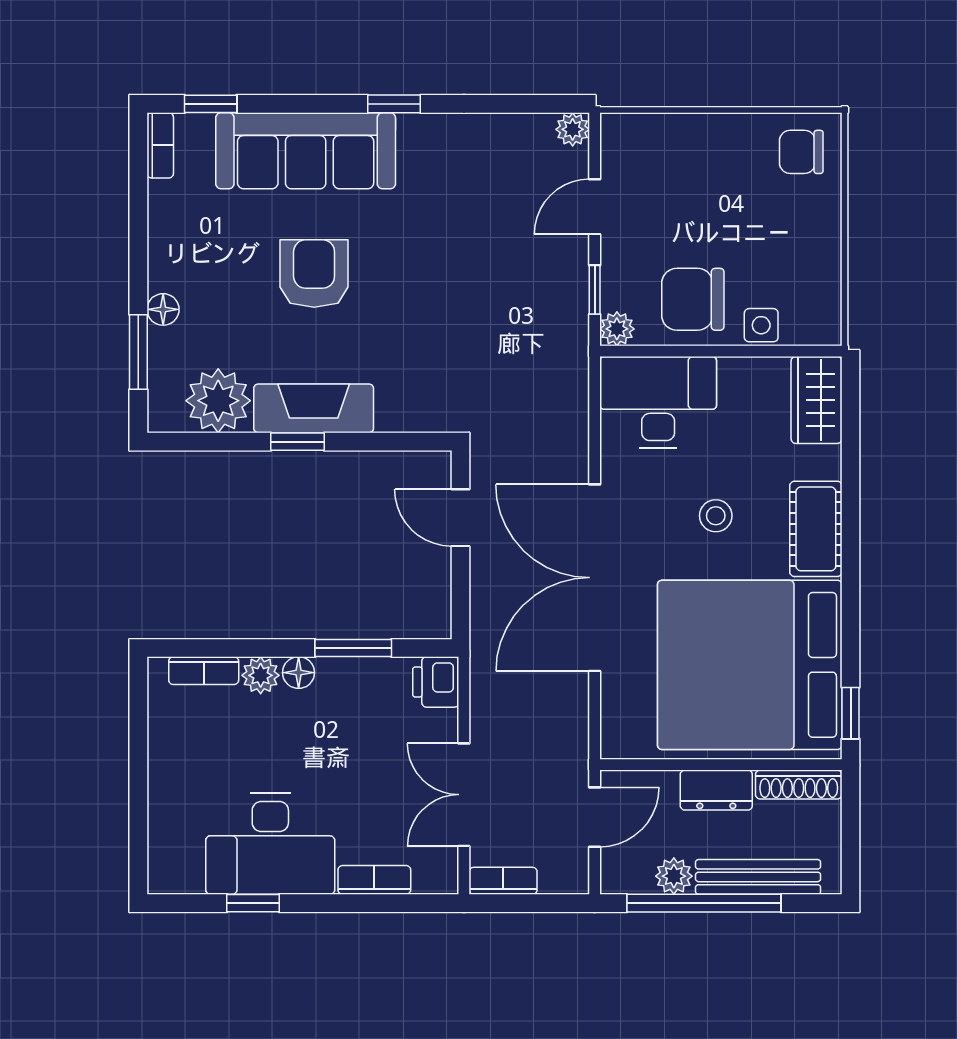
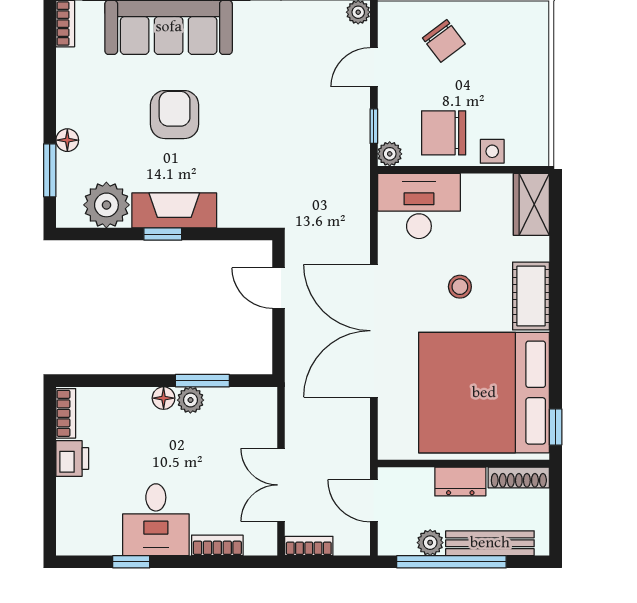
chair: (801, 152) -> (444, 41), moved, turned -127
bookcase: (204, 671) -> (66, 413), moved, turned -90
plant: (261, 675) -> (190, 400), moved
printer: (436, 682) -> (72, 458), moved, turned 180
door: (595, 817) -> (374, 501), swing flipped
desk: (270, 844) -> (156, 520), width x0.73

